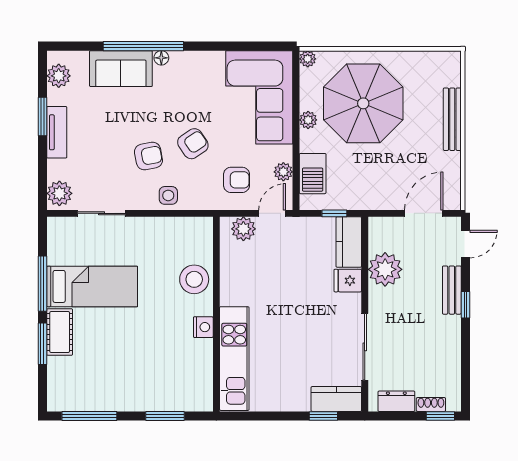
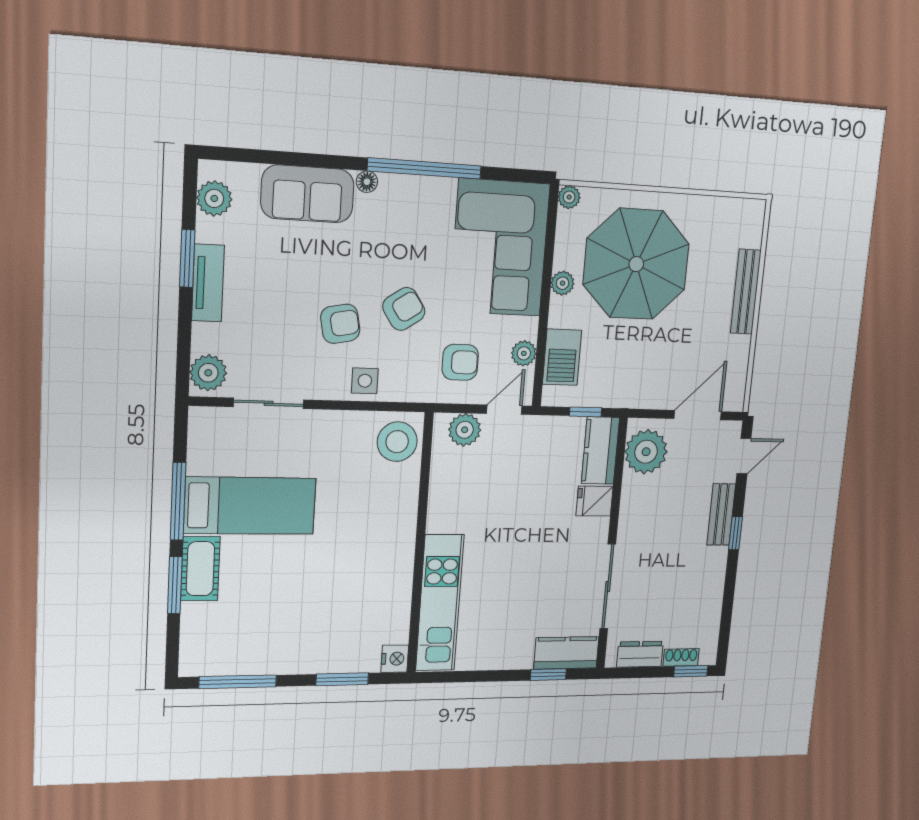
window: (143, 46) -> (425, 168), moved
plant: (385, 269) -> (646, 452), moved
stool: (194, 279) -> (397, 442), moved
nightstand: (203, 327) -> (395, 659), moved

